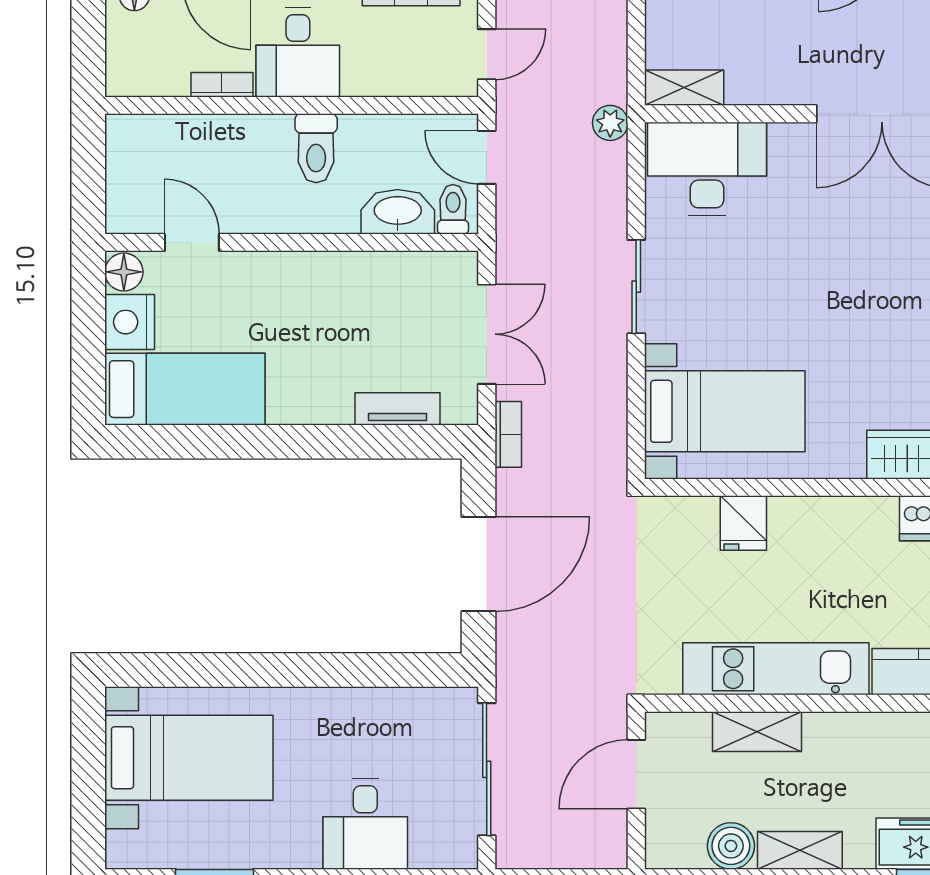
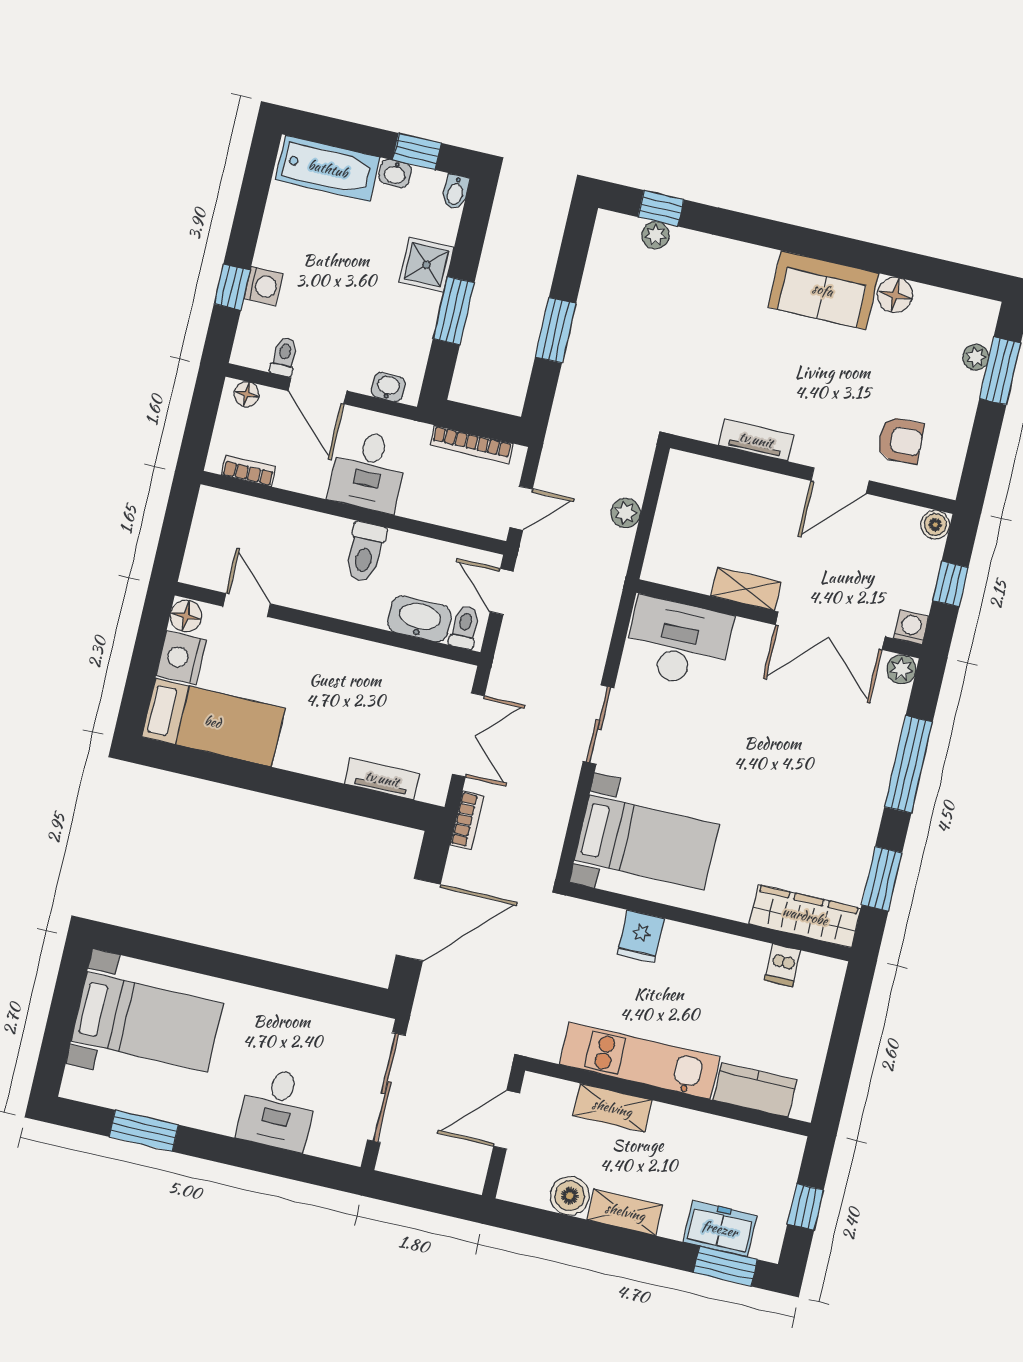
bookcase: (222, 85) -> (248, 471), moved
shelving: (684, 88) -> (746, 589), moved
plant: (610, 123) -> (626, 513), moved

